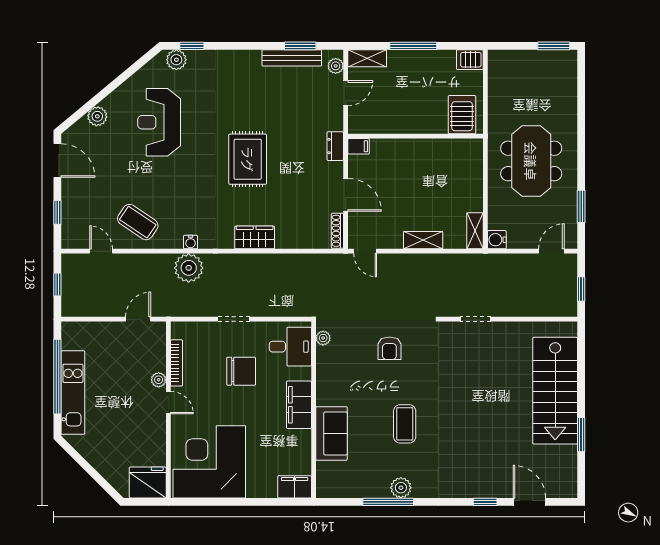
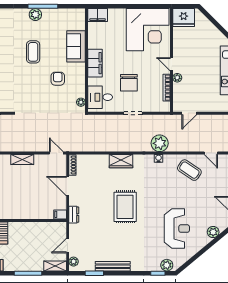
bench: (292, 58) -> (113, 266), moved
armchair: (389, 348) -> (58, 79), moved
chair: (241, 371) -> (129, 83), turned -90

